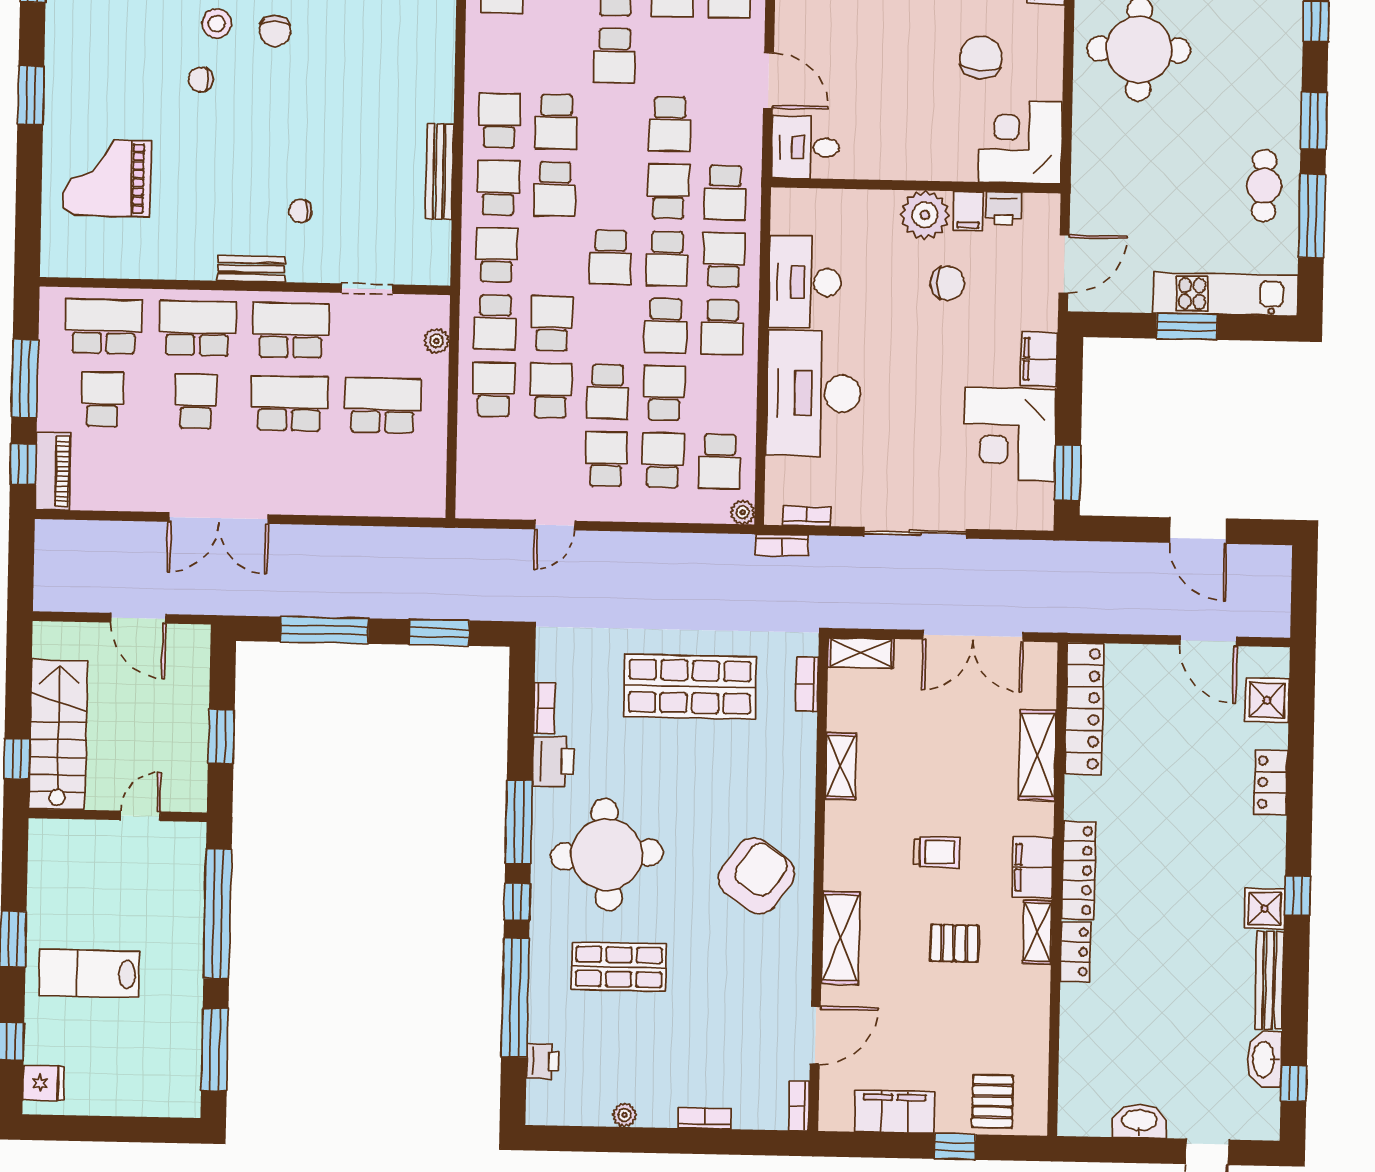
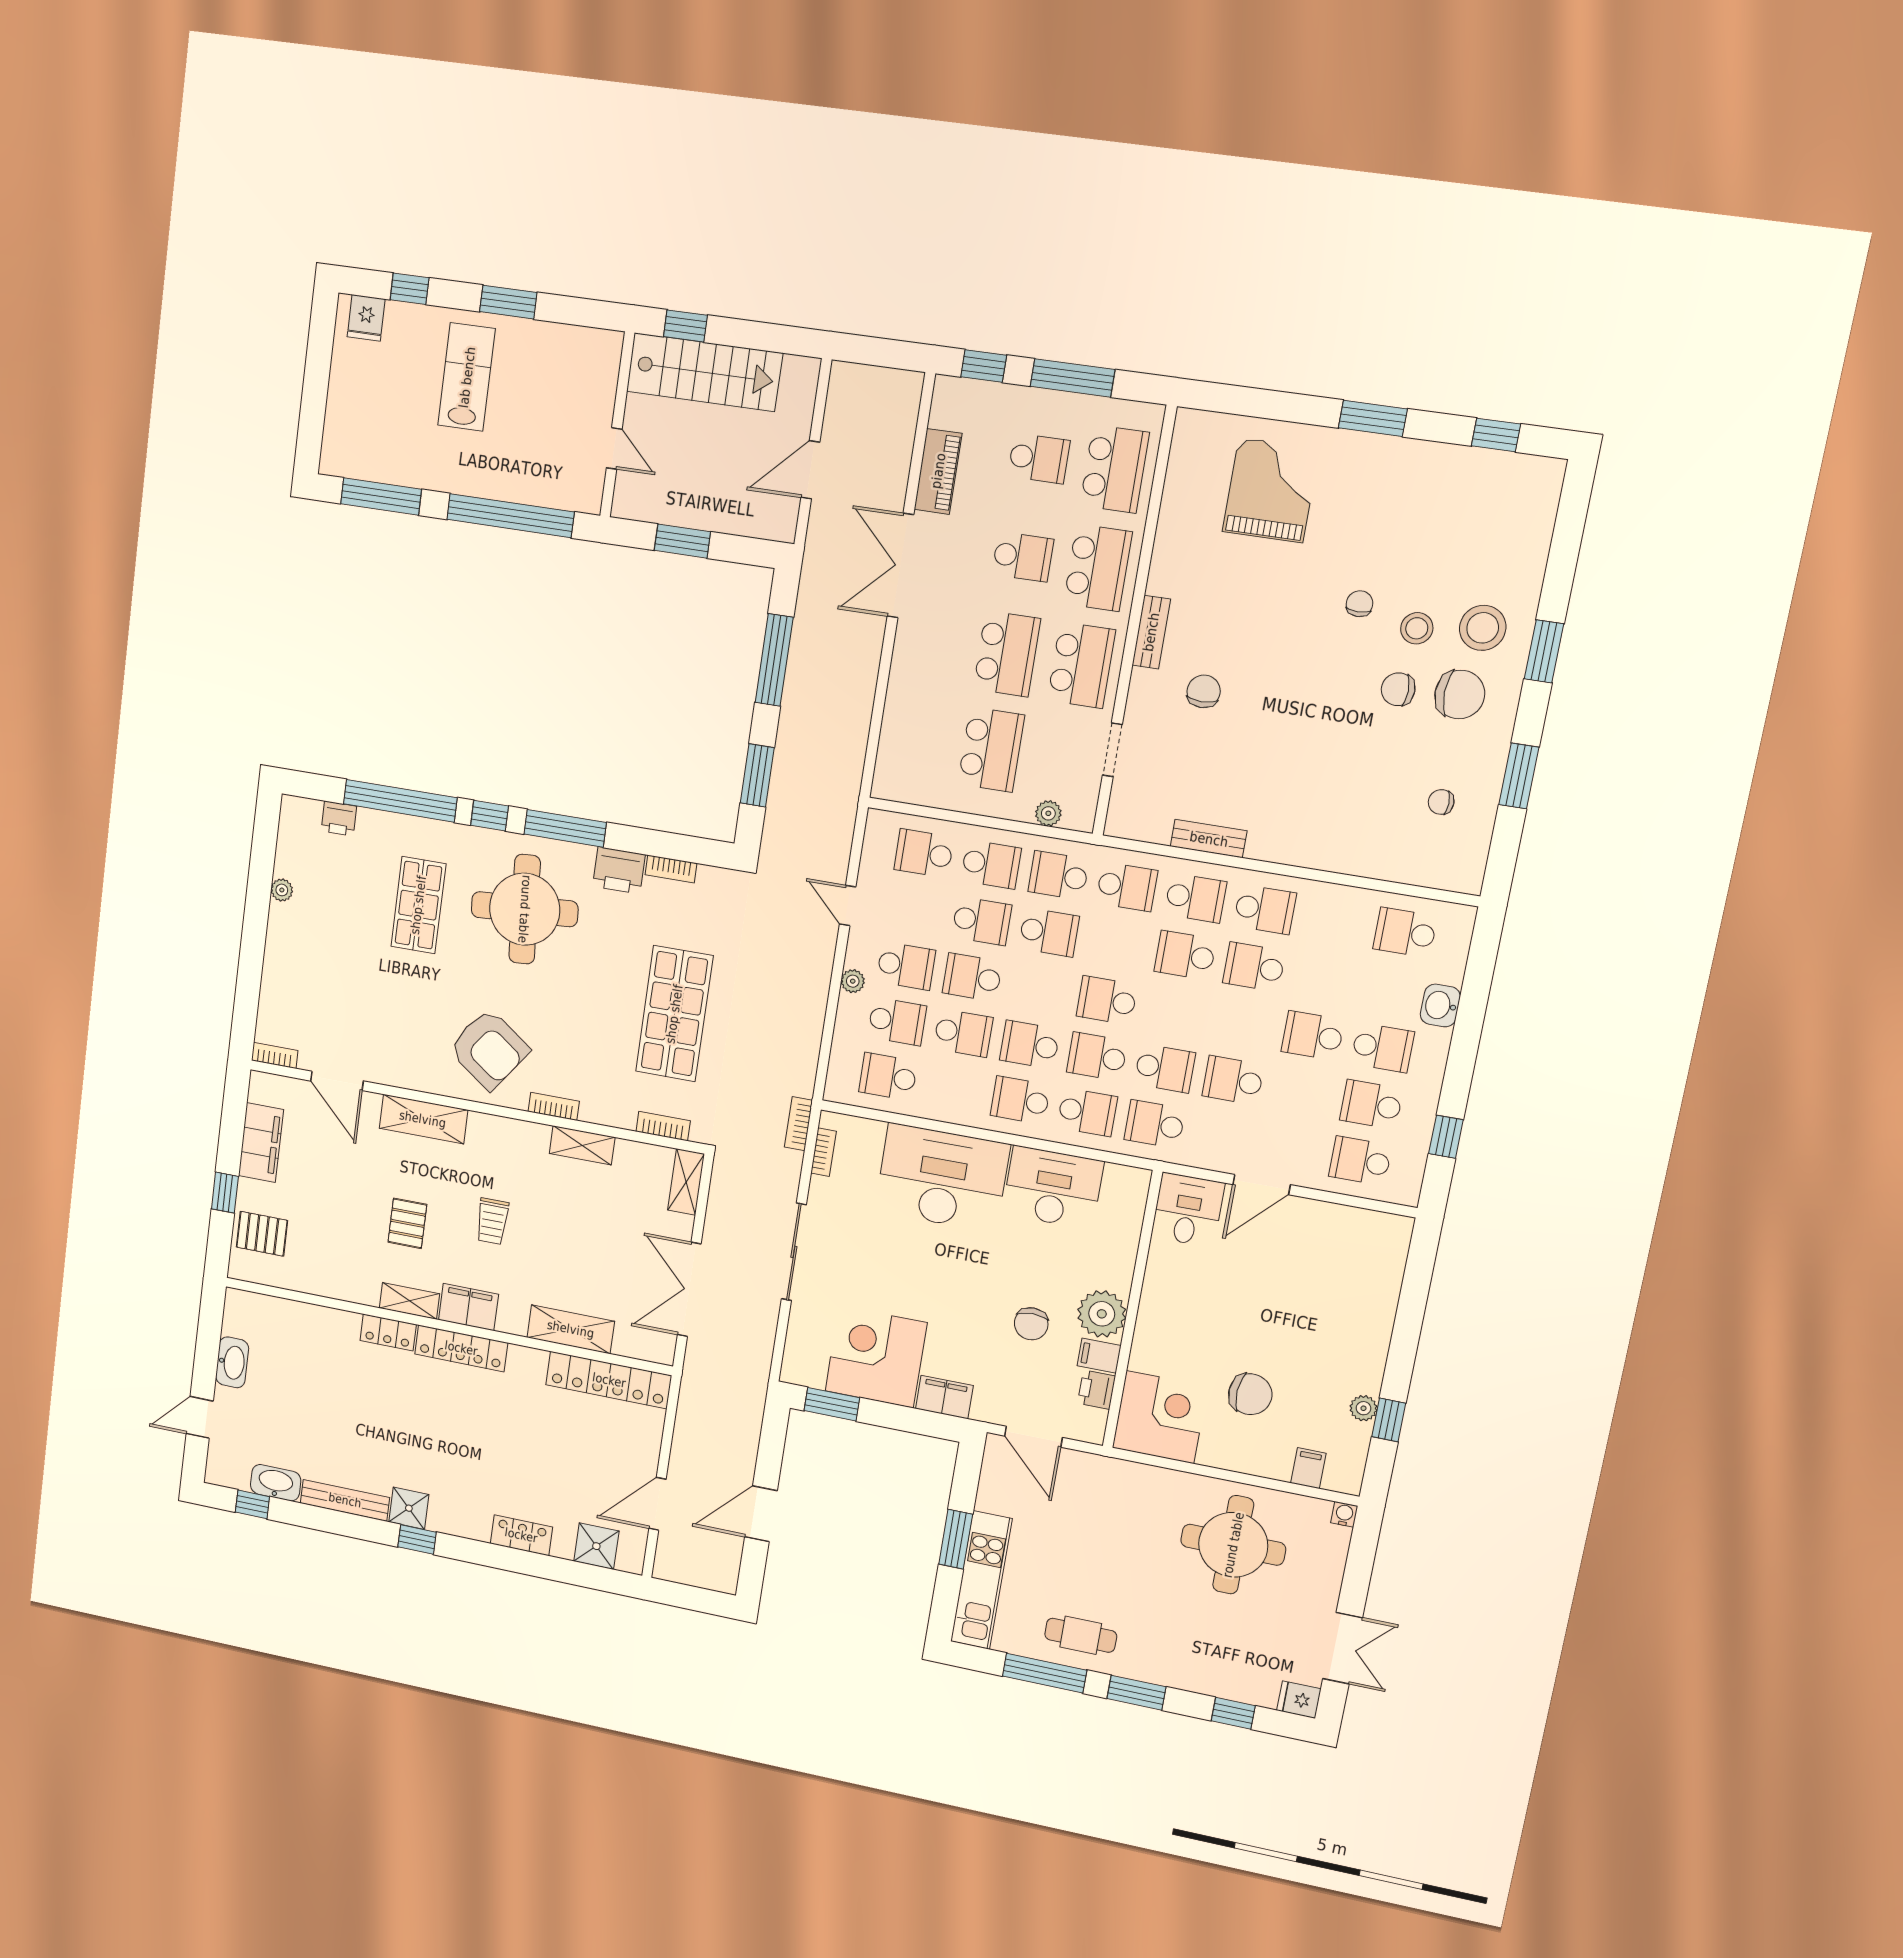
bench: (439, 172) -> (1209, 839), width x0.73
chair: (300, 211) -> (1204, 691), width x1.37, depth x1.37
school desk: (492, 457) -> (924, 853), added
piano: (53, 471) -> (938, 471), moved, turned -90
plant: (743, 512) -> (853, 981), moved
bookcase: (705, 1118) -> (554, 1106), moved, turned -90

